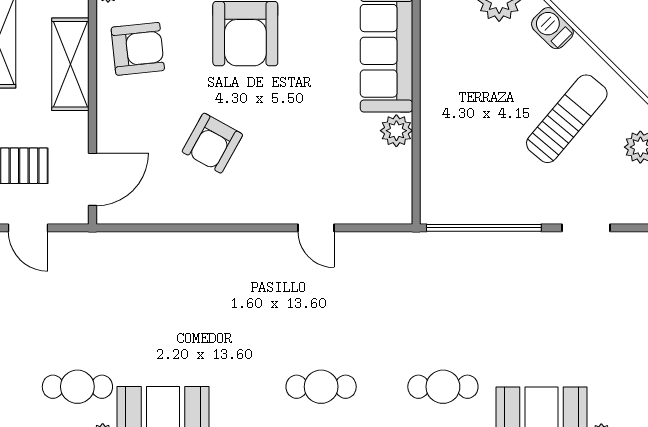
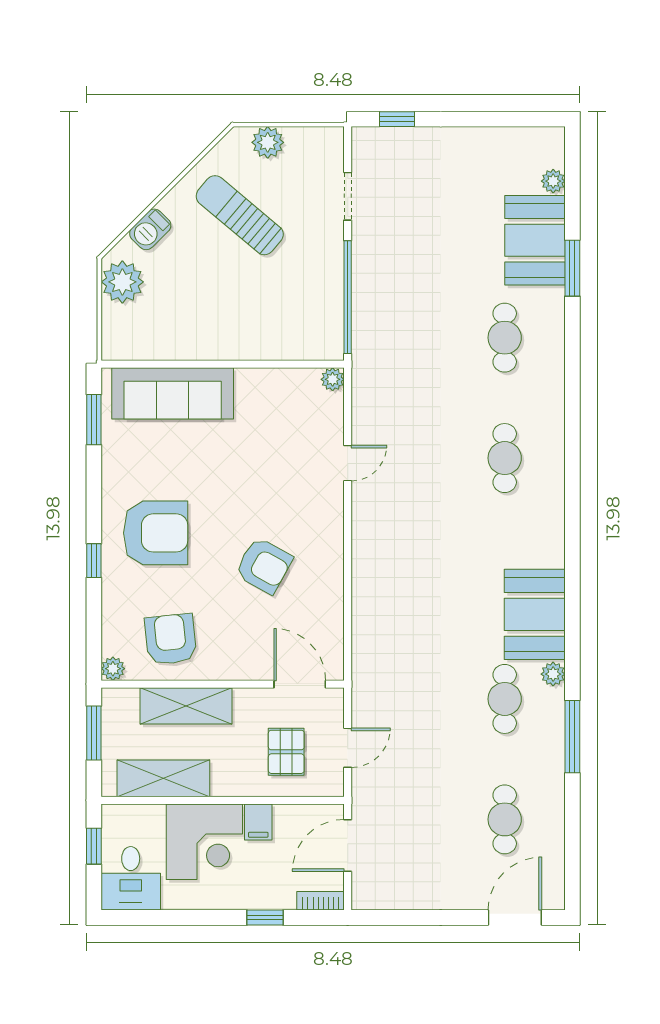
plant: (396, 131) -> (333, 379), moved, width x0.73, depth x0.73

